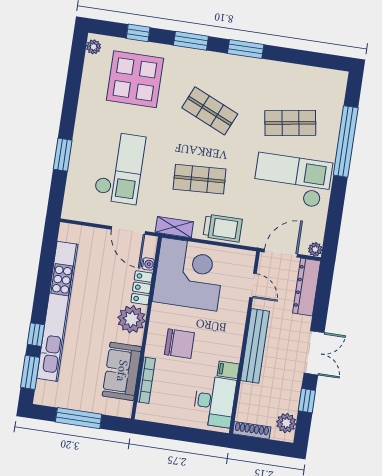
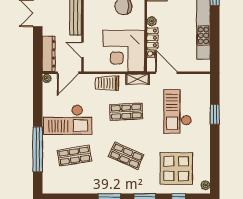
plant: (132, 319) -> (152, 21), width x0.53, depth x0.53

